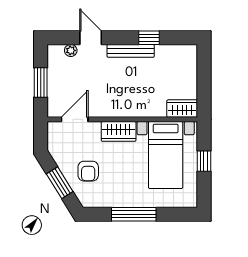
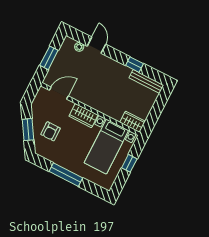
bench: (131, 51) -> (146, 81), moved

